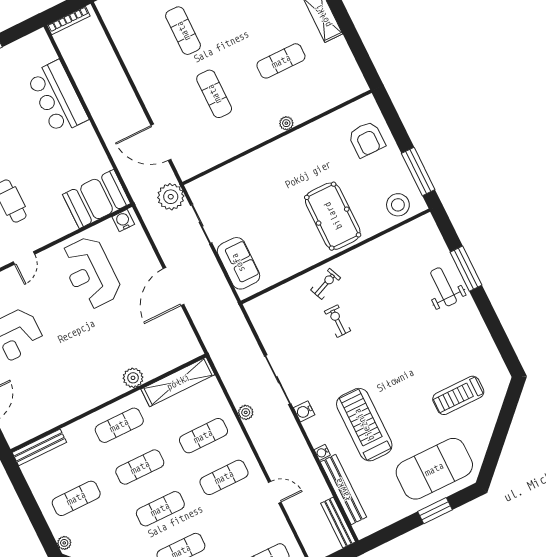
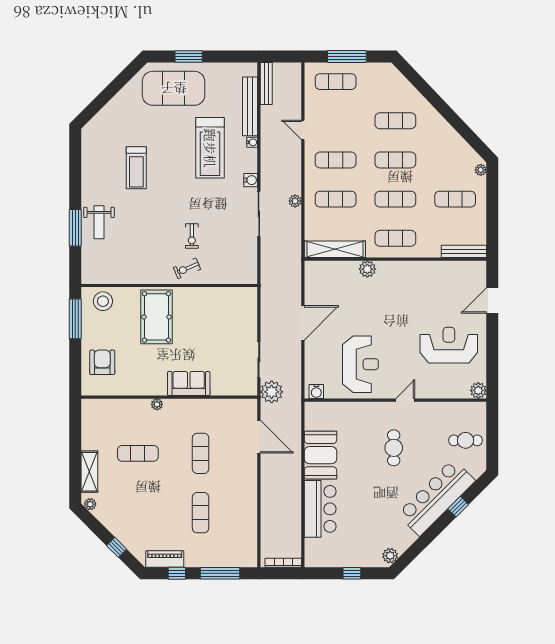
booth: (97, 199) -> (320, 455), moved, turned 90
sofa: (238, 263) -> (189, 383), moved, turned 90
treadmill: (458, 395) -> (136, 168), moved, turned 90

